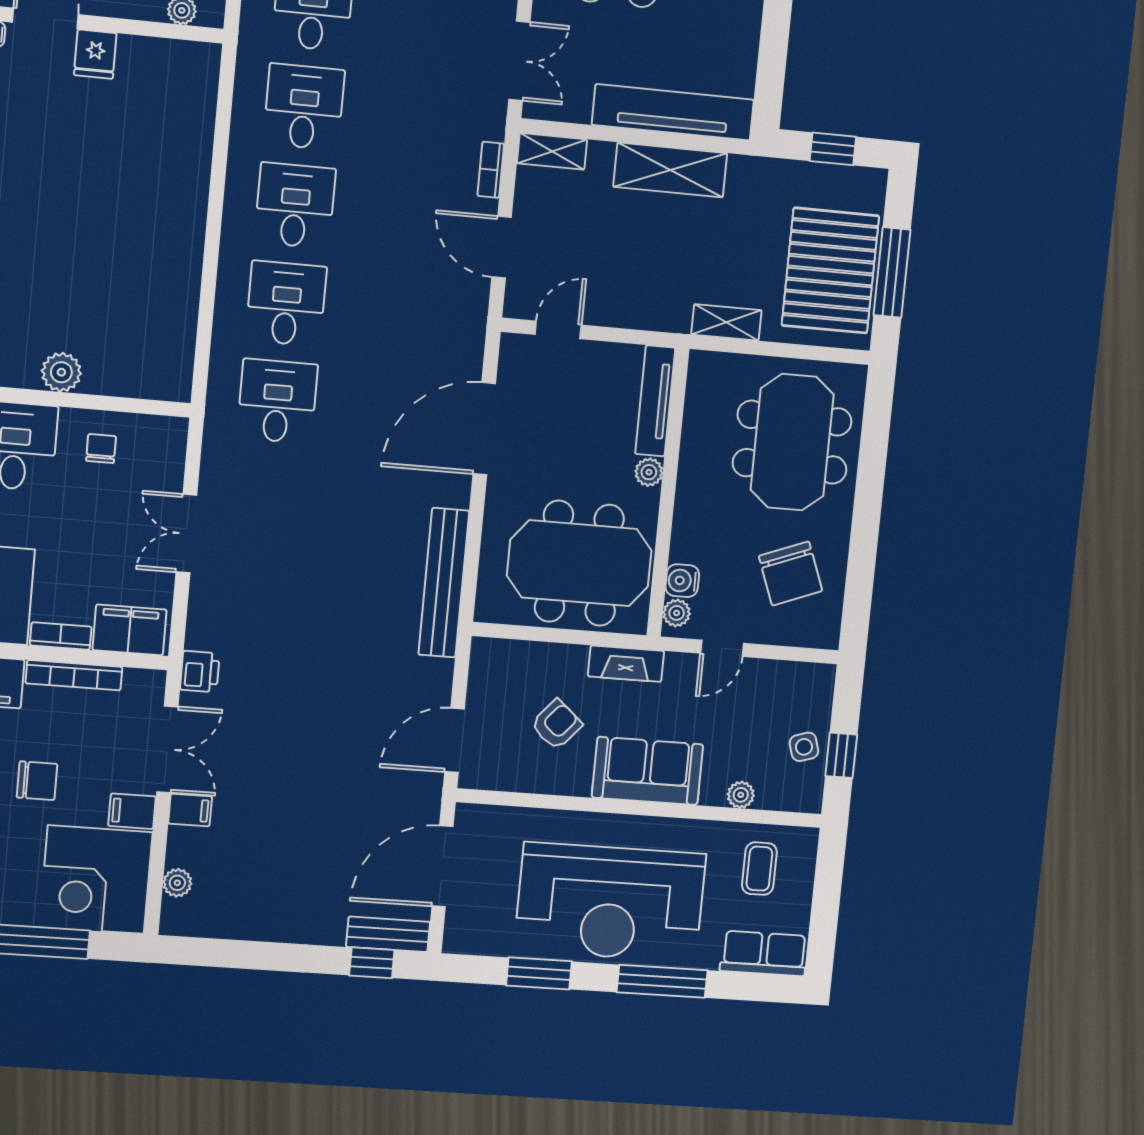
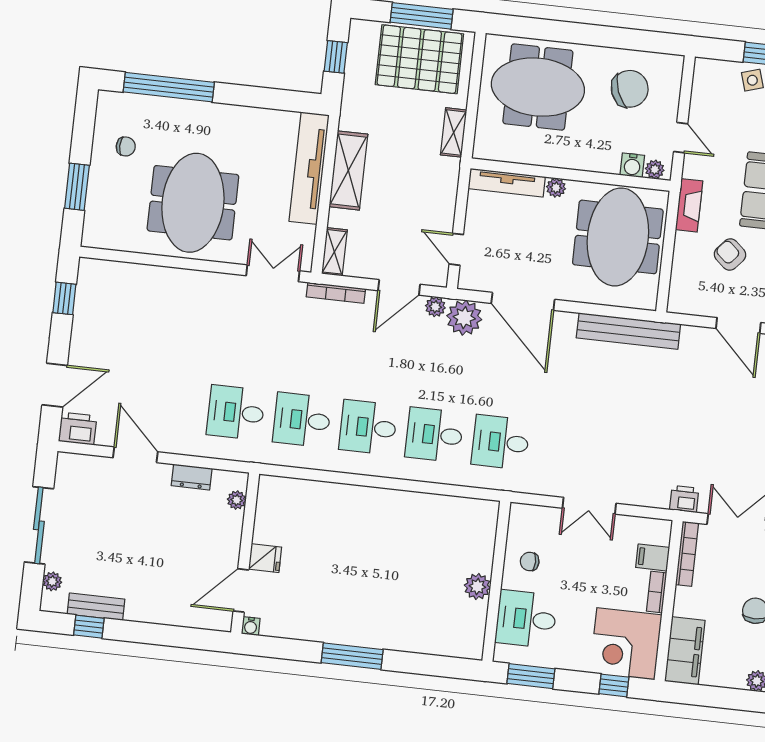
bookcase: (491, 170) -> (336, 293), width x1.56
plant: (474, 301) -> (435, 307), added
plant: (459, 344) -> (464, 318), added
filing cabinet: (130, 630) -> (653, 557), width x0.50
bookcase: (74, 675) -> (687, 554), moved

